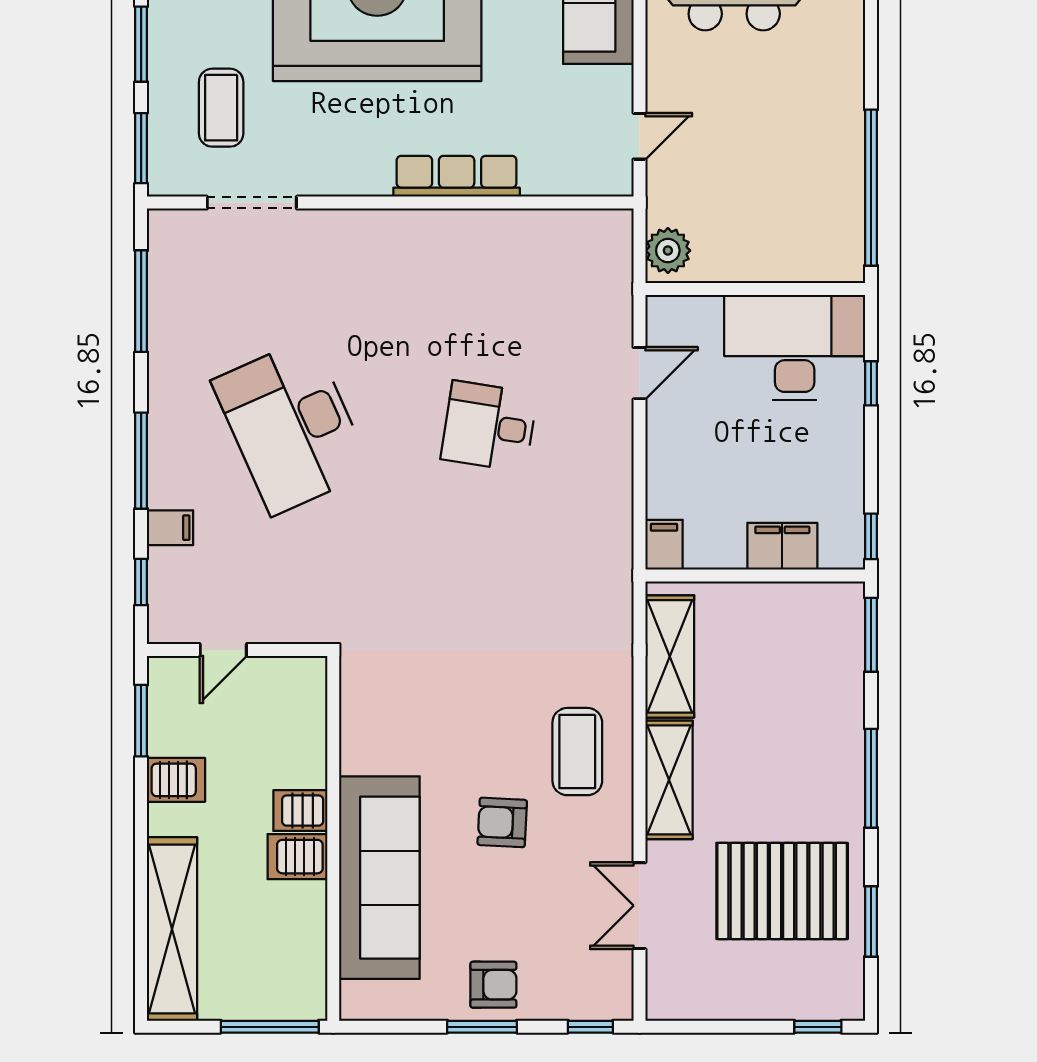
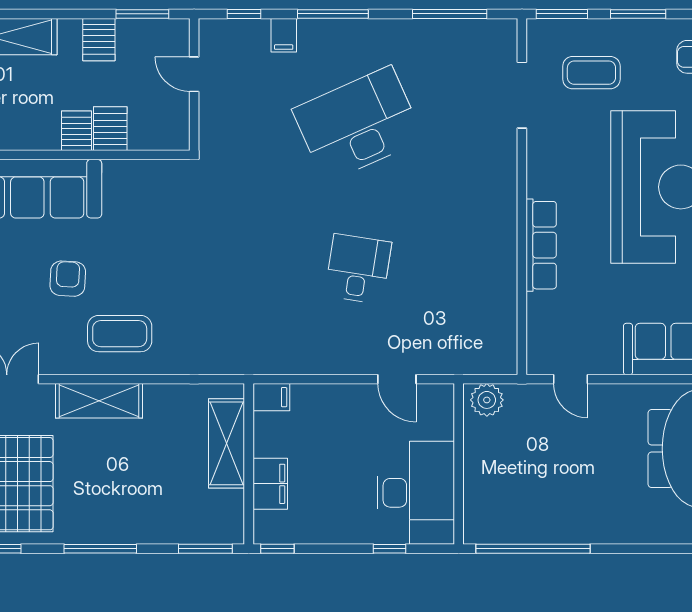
shelving: (670, 656) -> (227, 443), moved, turned 90
server rack: (297, 857) -> (110, 129), moved

